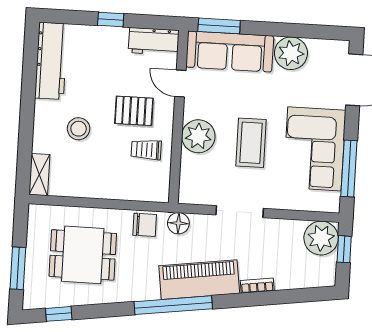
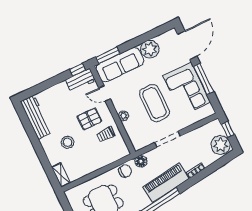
window: (111, 19) -> (78, 70), moved
plant: (198, 136) -> (123, 116), width x0.53, depth x0.53
coffee table: (251, 143) -> (154, 103), width x1.36, depth x1.32
window: (349, 168) -> (203, 79), moved
plant: (321, 238) -> (221, 145), moved

